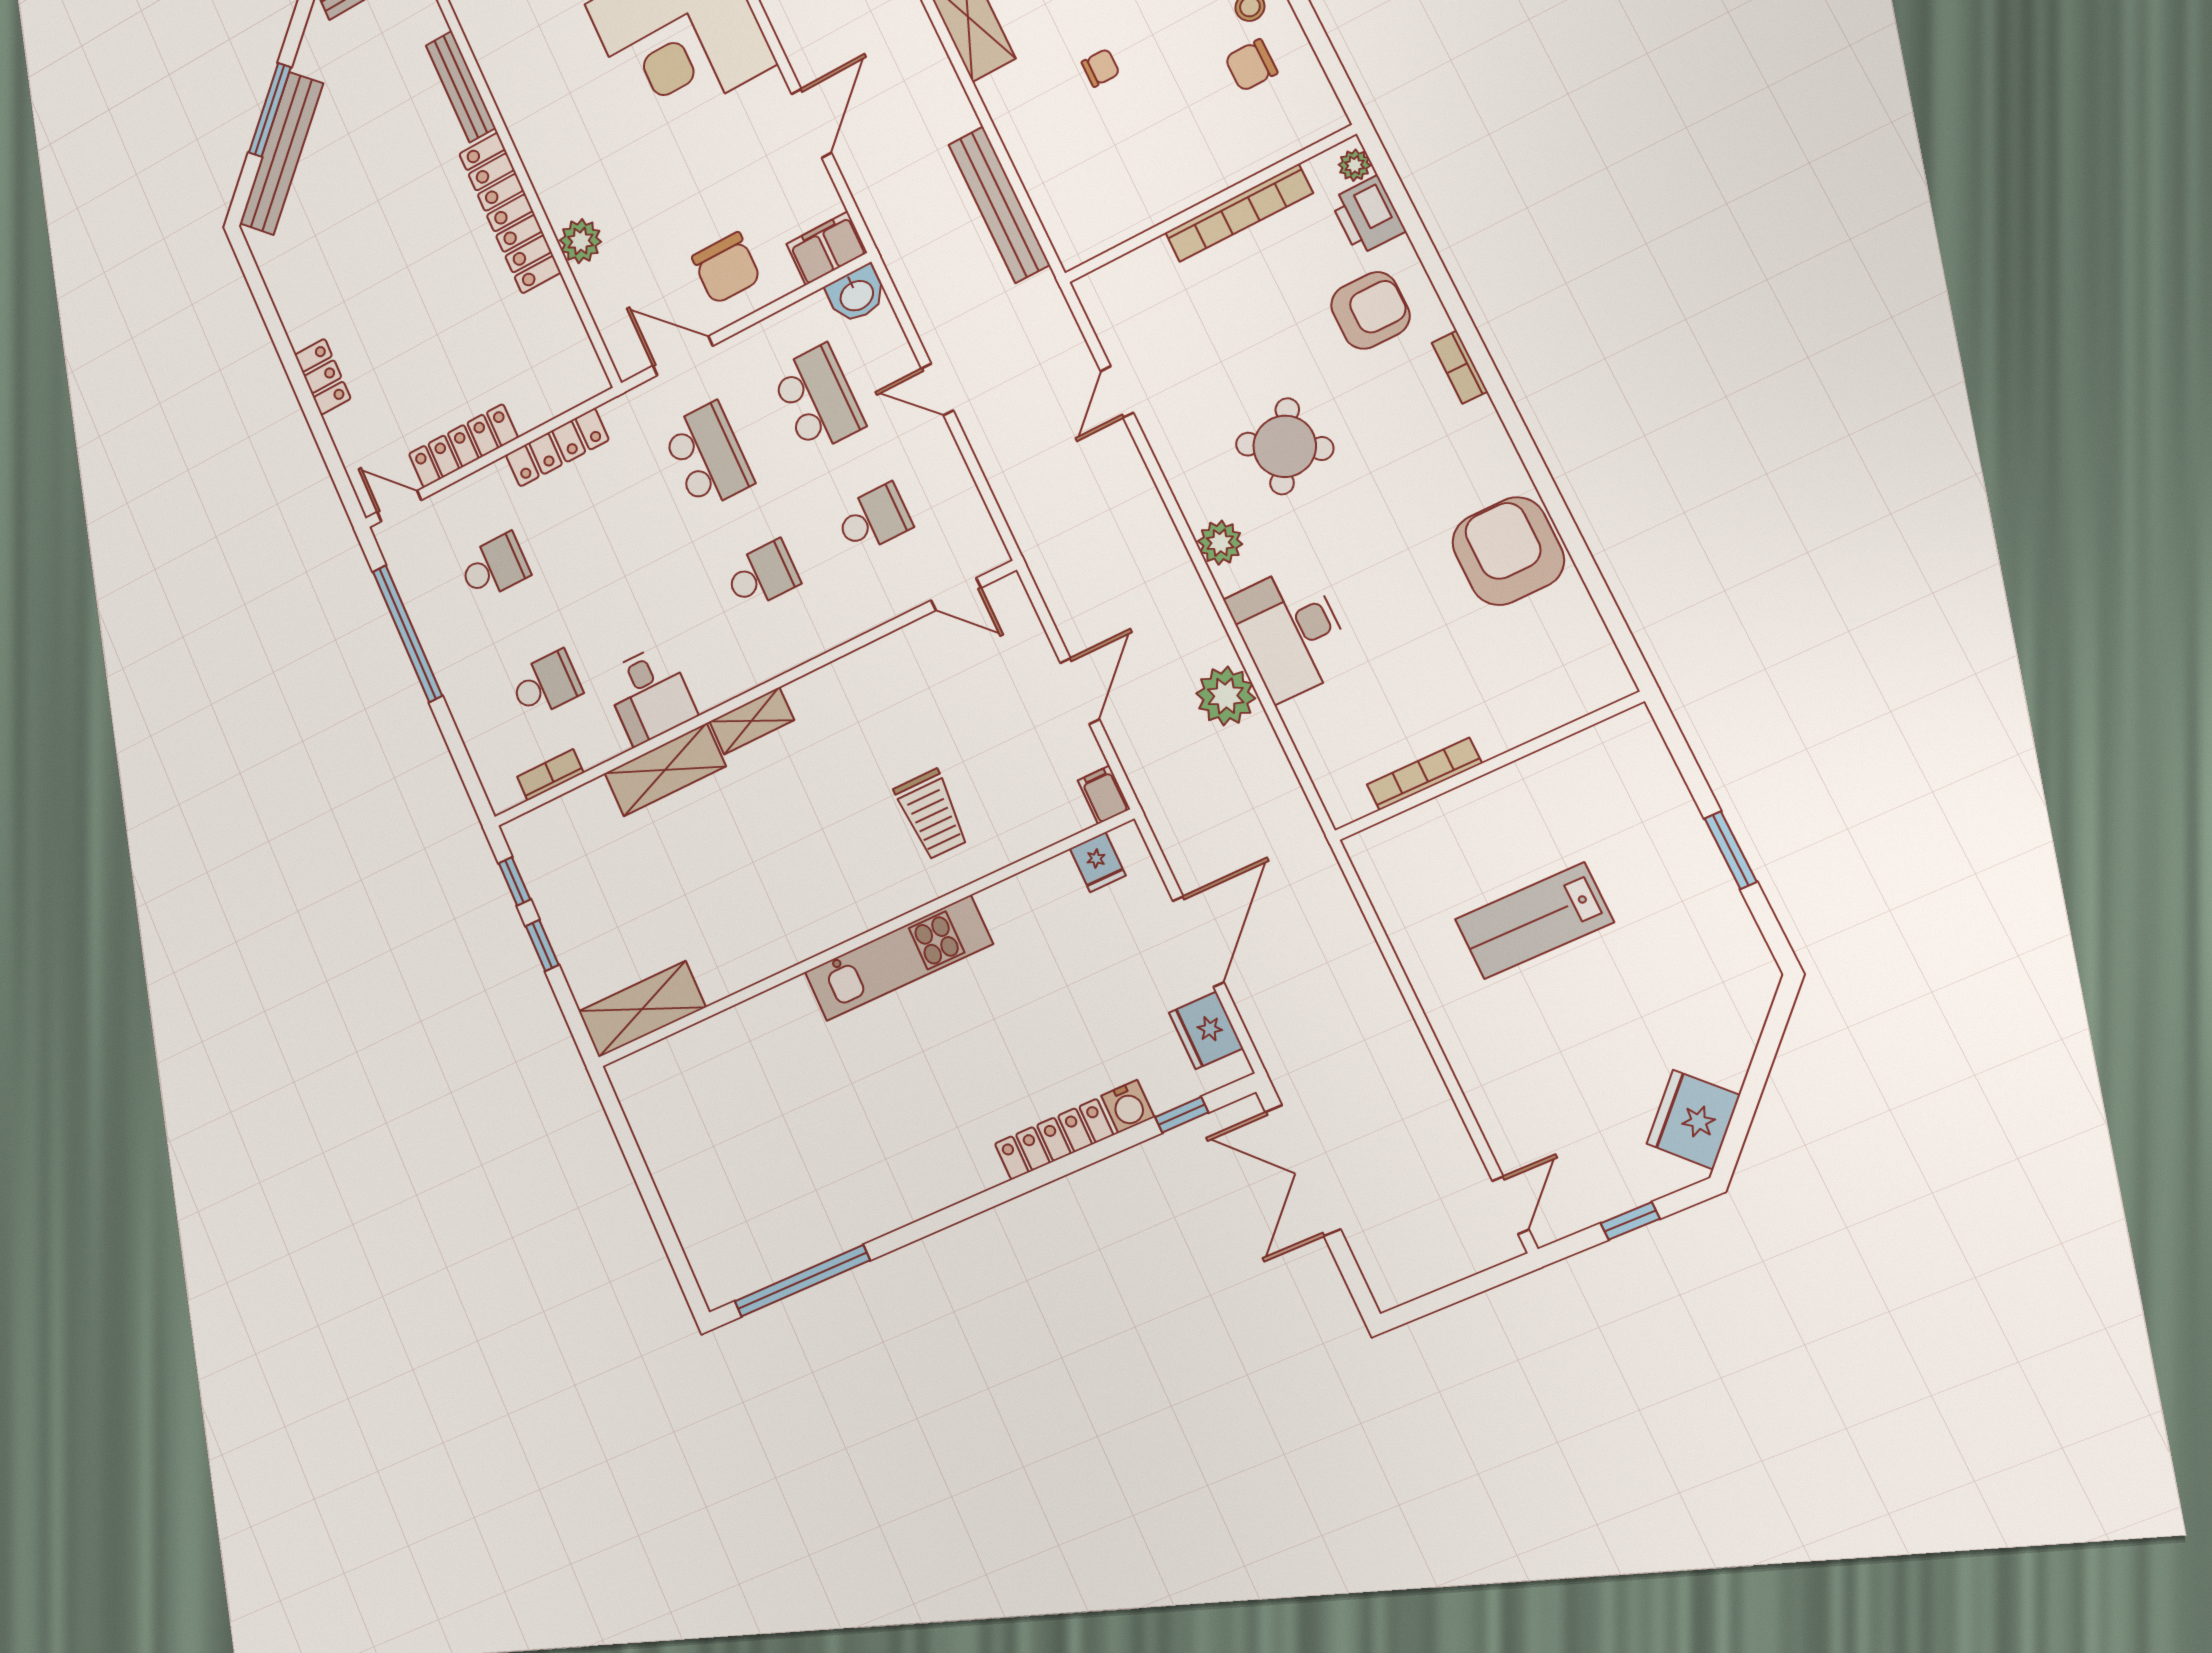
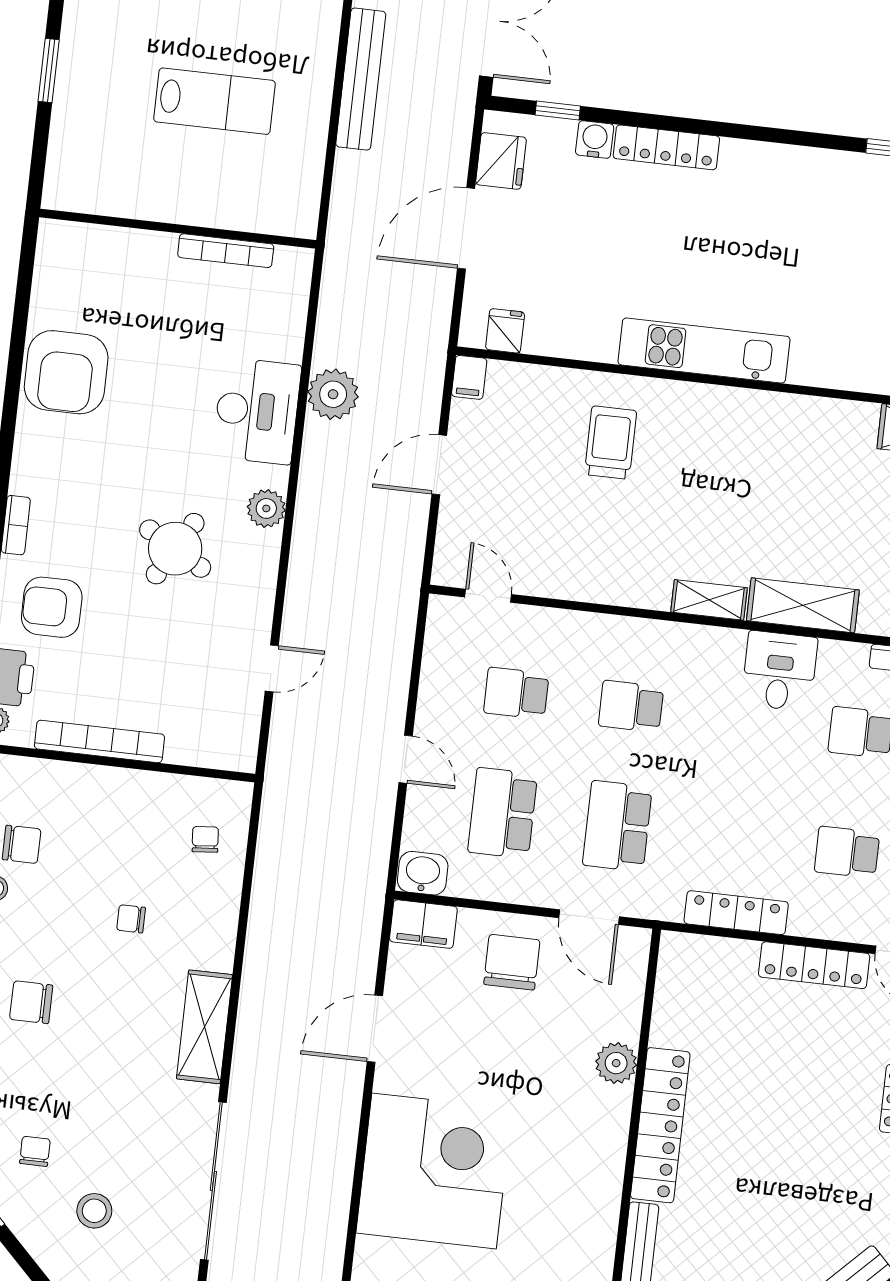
chair: (1078, 189) -> (205, 839), added
bench: (999, 205) -> (361, 79), moved

